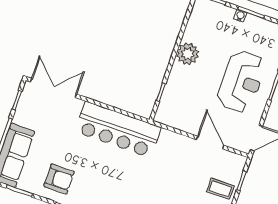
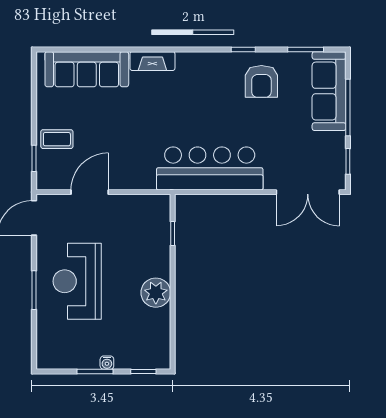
door: (210, 142) -> (90, 192), swing flipped
armchair: (59, 179) -> (261, 81), turned -90

